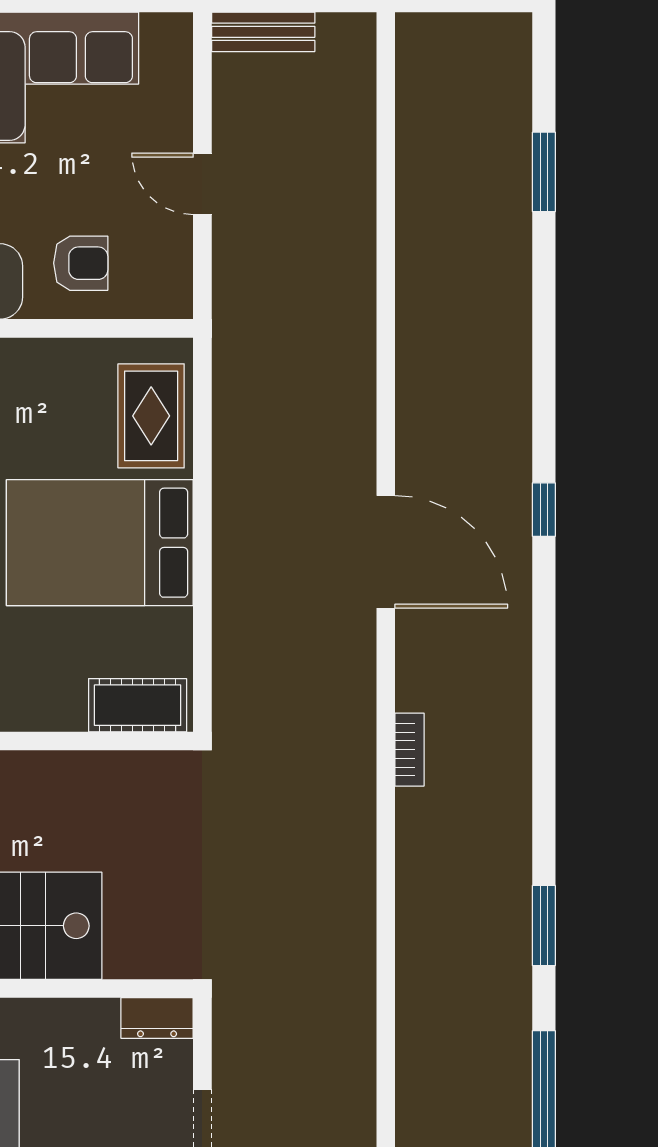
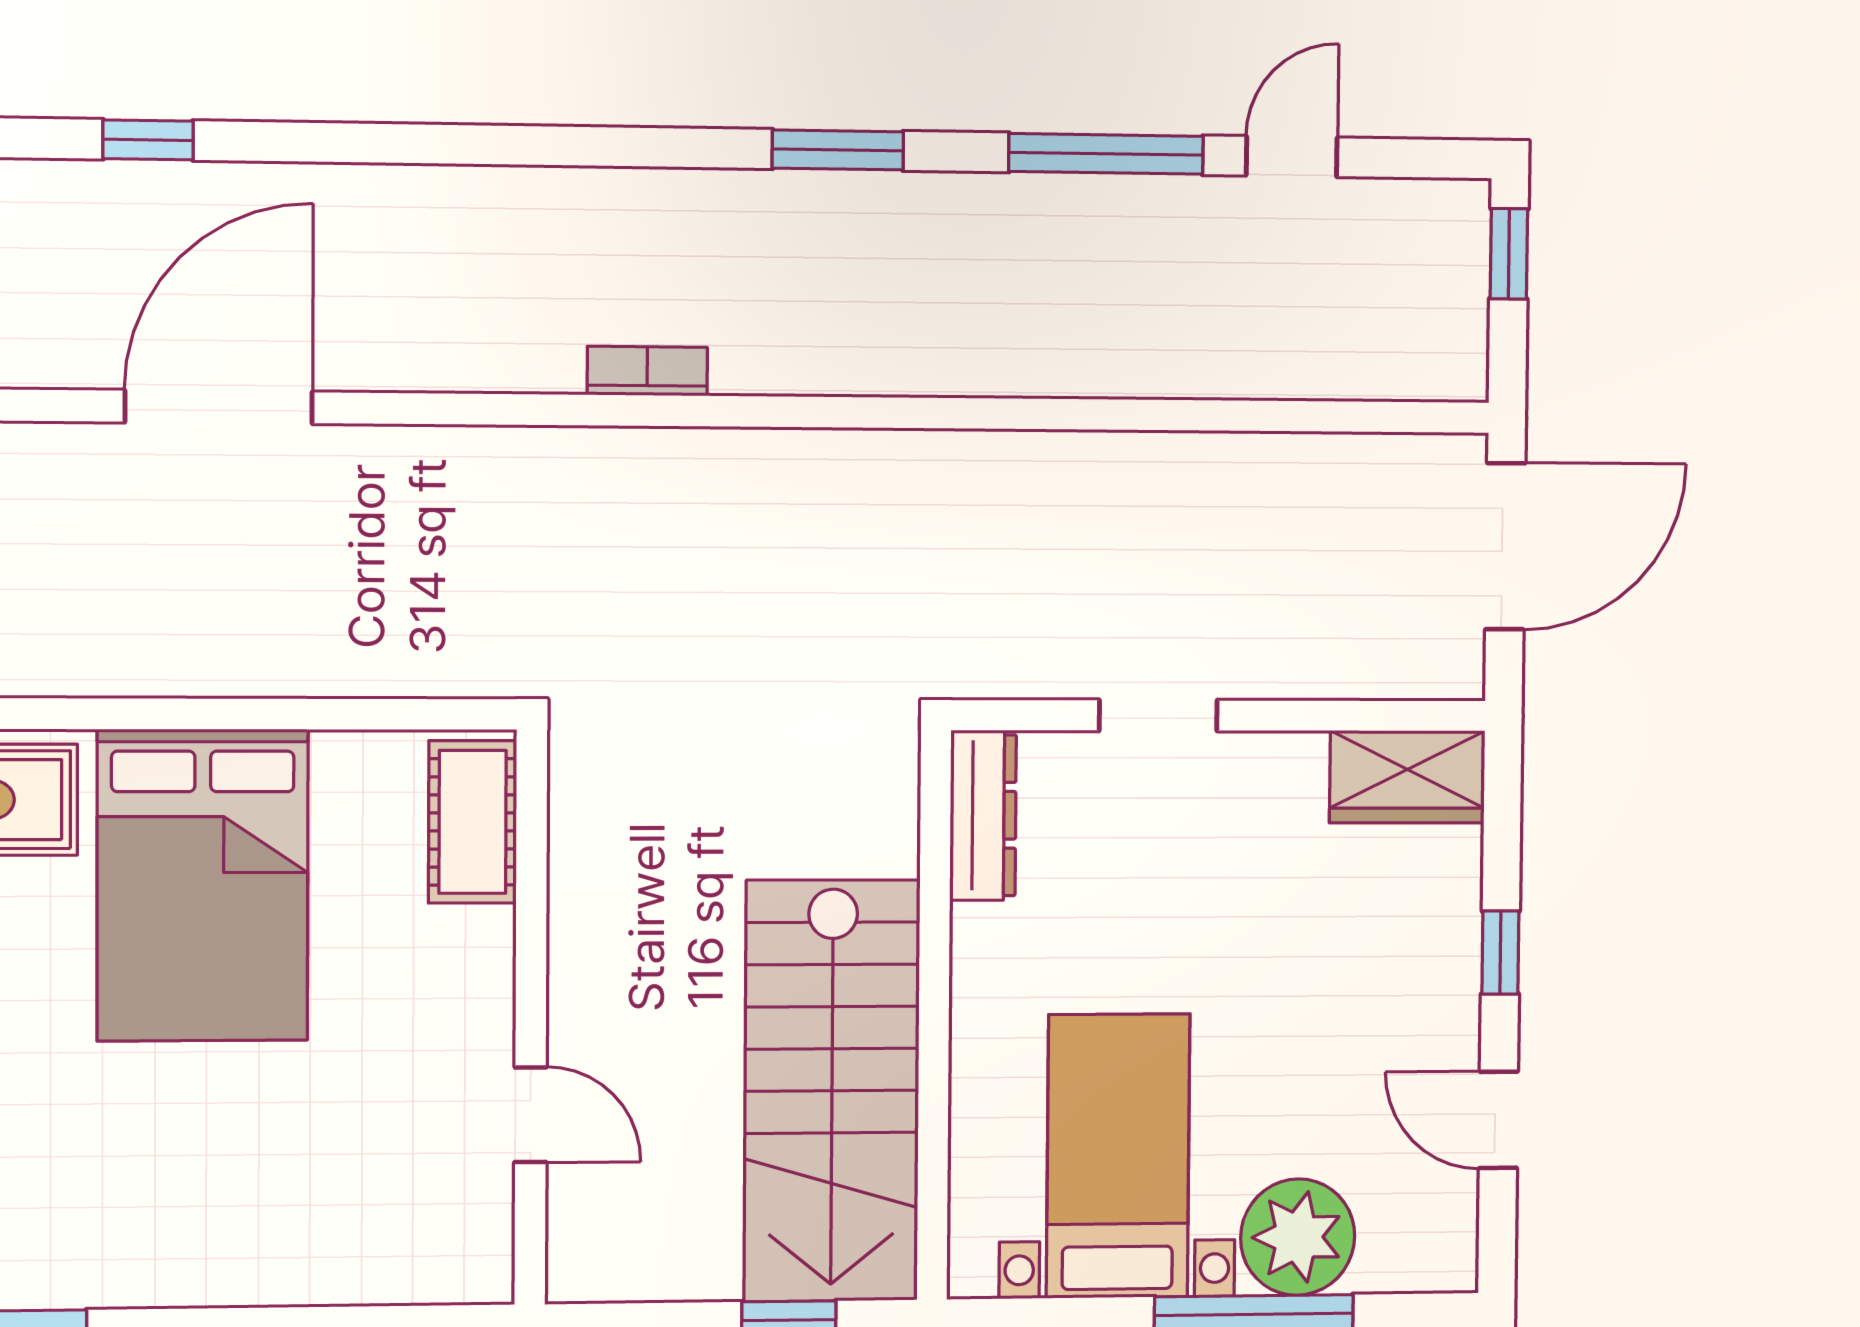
bookcase: (409, 750) -> (647, 371), moved
dresser: (157, 1018) -> (983, 815), width x1.44

